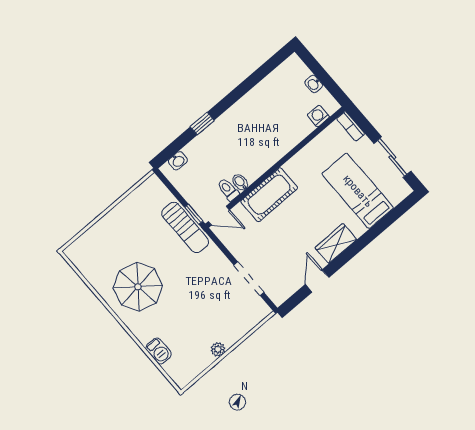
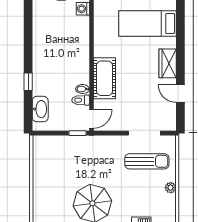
washbasin: (178, 161) -> (40, 109), width x1.91, depth x1.45
sun lounger: (185, 227) -> (147, 161), moved

